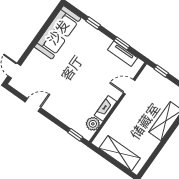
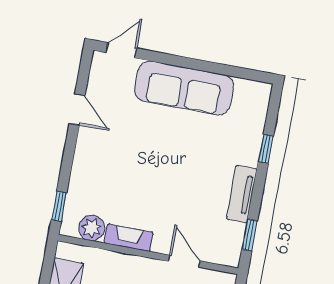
sofa: (58, 32) -> (184, 88), moved
window: (122, 43) -> (250, 235), moved
tv unit: (123, 54) -> (242, 194), moved

